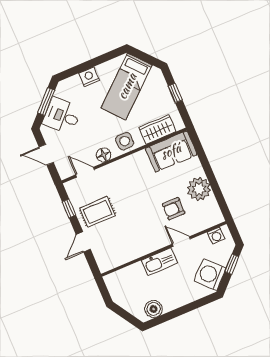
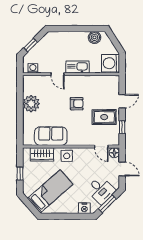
nightstand: (89, 77) -> (84, 208), moved
sofa: (171, 151) -> (51, 136), moved
floor lamp: (104, 155) -> (114, 153), moved
armchair: (174, 209) -> (77, 104), moved
washing machine: (210, 275) -> (110, 63), moved, turned 135

